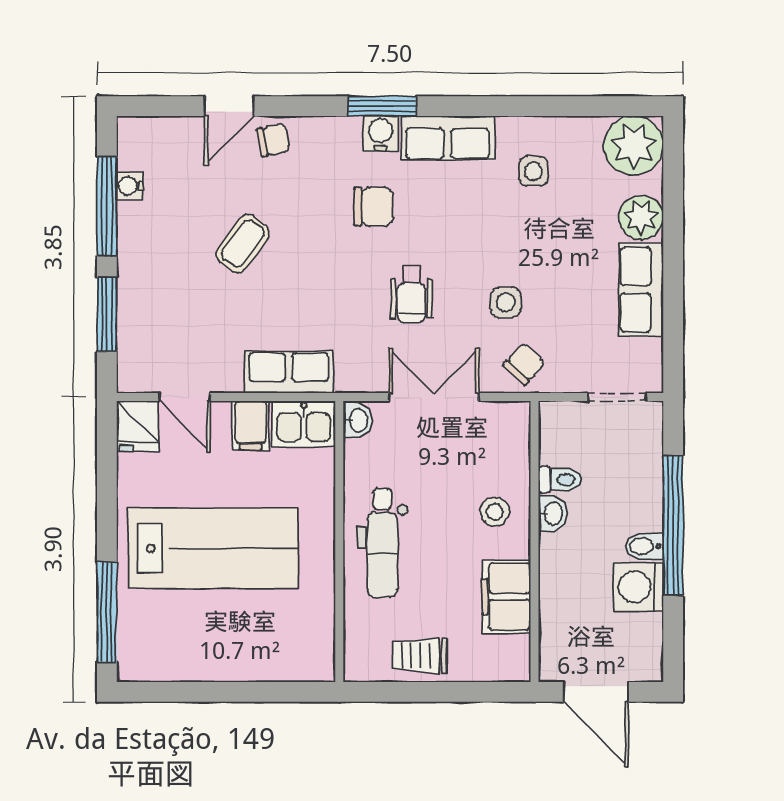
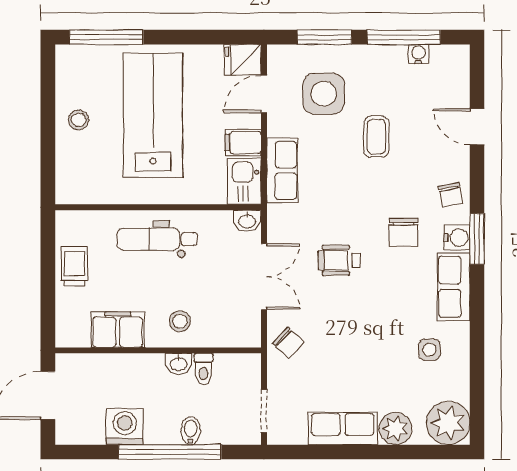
chair: (273, 140) -> (451, 195), moved
coffee table: (243, 243) -> (376, 137), turned 54
side table: (506, 302) -> (324, 94), moved, width x1.87, depth x1.87
bidet: (644, 546) -> (191, 431), moved
lab bench: (213, 548) -> (153, 115), turned 180
stool: (220, 650) -> (79, 120), added

